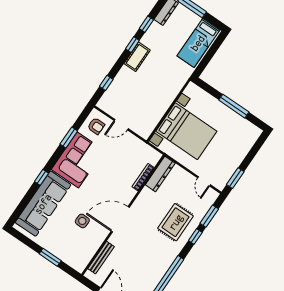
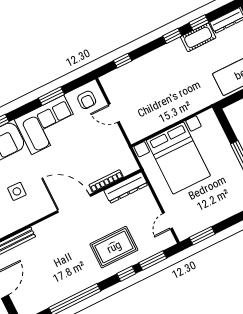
cot: (137, 57) -> (198, 37), moved
door: (120, 219) -> (74, 204), moved

